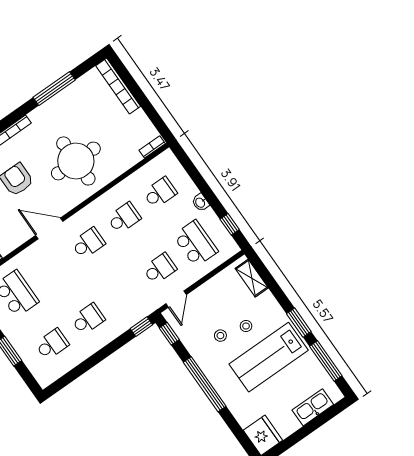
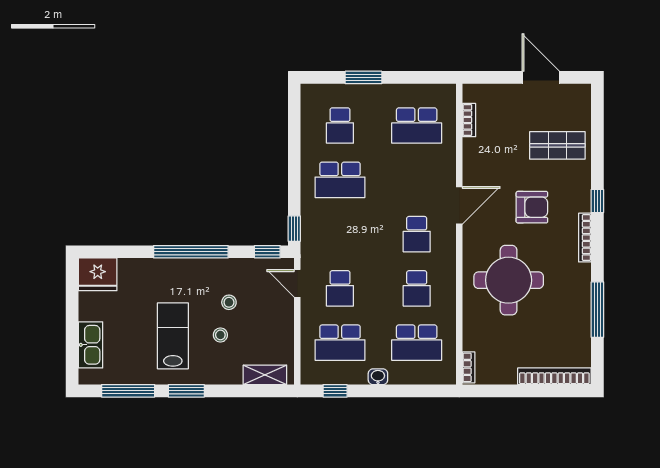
school desk: (160, 193) -> (417, 343), width x1.85
school desk: (88, 319) -> (340, 180), width x1.85
lab bench: (269, 357) -> (173, 336), width x0.73, depth x0.72

